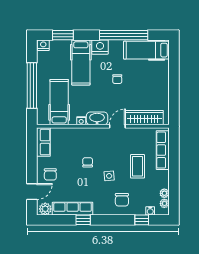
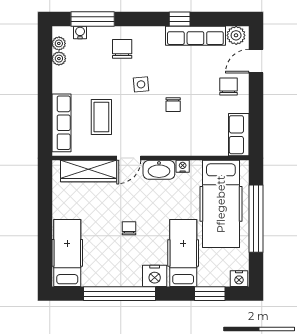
hospital bed: (146, 50) -> (67, 253), moved, turned -90
hospital bed: (59, 102) -> (221, 204), width x1.37, depth x1.29
coffee table: (138, 166) -> (101, 117), moved
window: (142, 220) -> (93, 19), width x2.17

